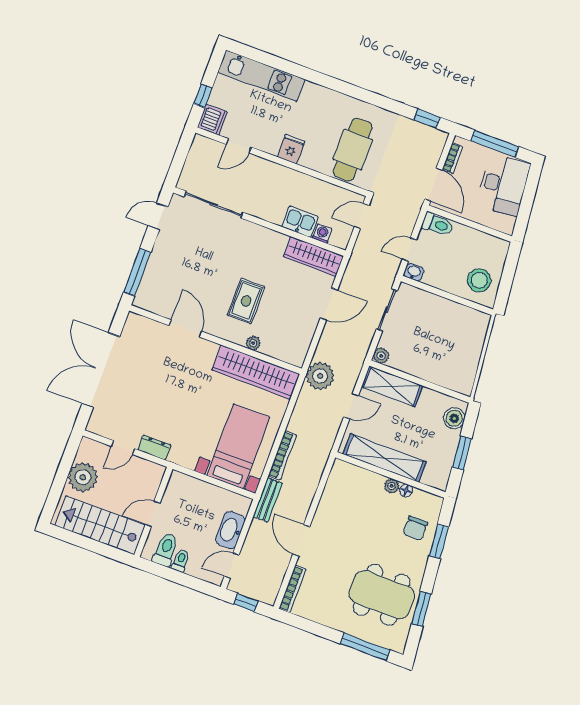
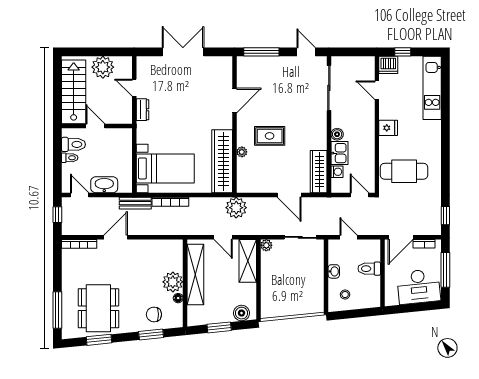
boiler: (275, 216) -> (337, 134), added
toilet: (438, 224) -> (369, 269), moved, turned 90
washbasin: (414, 272) -> (334, 271), moved
stool: (479, 280) -> (345, 295), width x0.53, depth x0.53
double door: (101, 370) -> (183, 52), width x0.73
plant: (392, 486) -> (173, 282), width x1.87, depth x1.87

